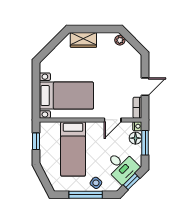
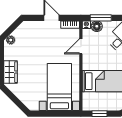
door: (113, 120) -> (81, 46), swing flipped

